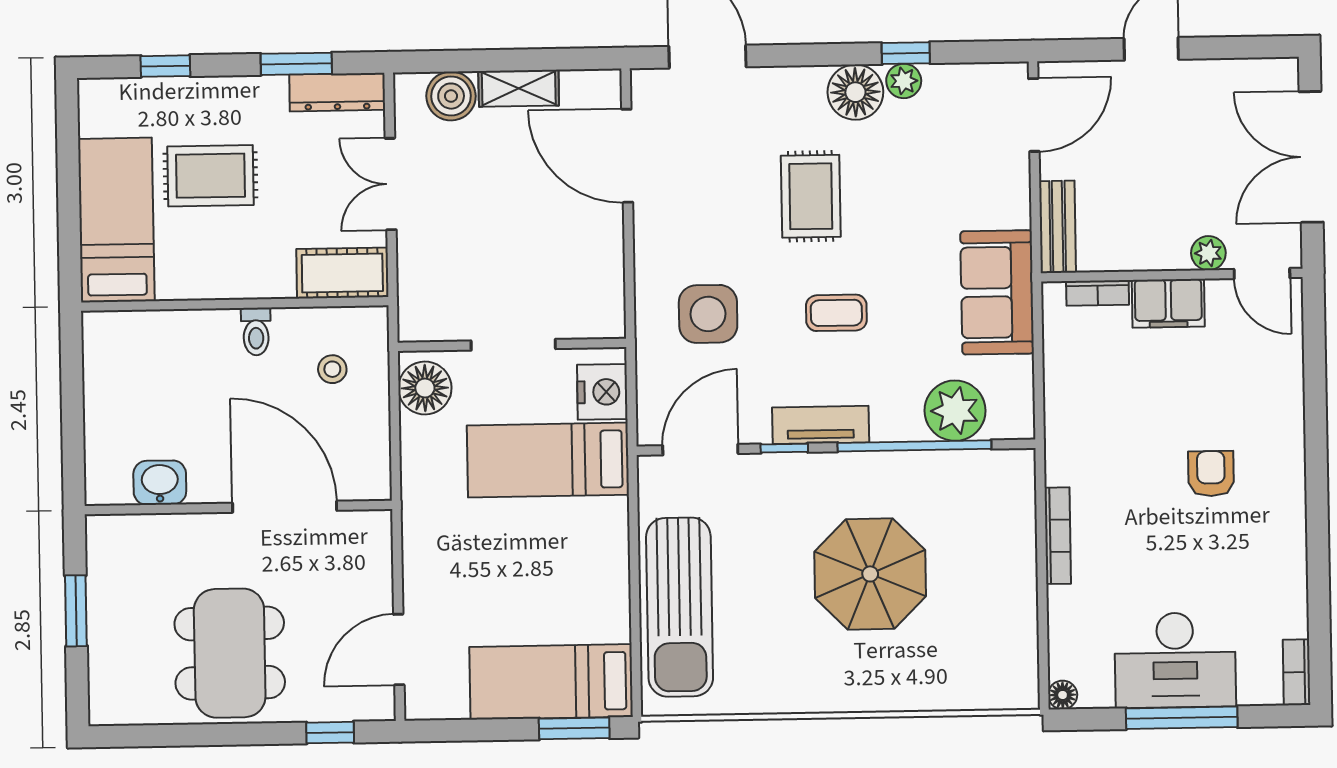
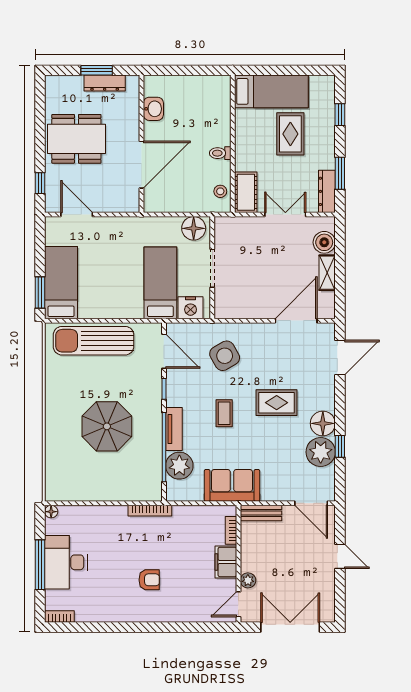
plant: (904, 81) -> (321, 452), width x1.87, depth x1.87
side table: (708, 314) -> (225, 356), turned -30
stool: (332, 369) -> (220, 191), moved
tv unit: (821, 425) -> (174, 429), moved
bookcase: (1058, 536) -> (150, 511), moved
dresser: (104, 592) -> (105, 83), added

